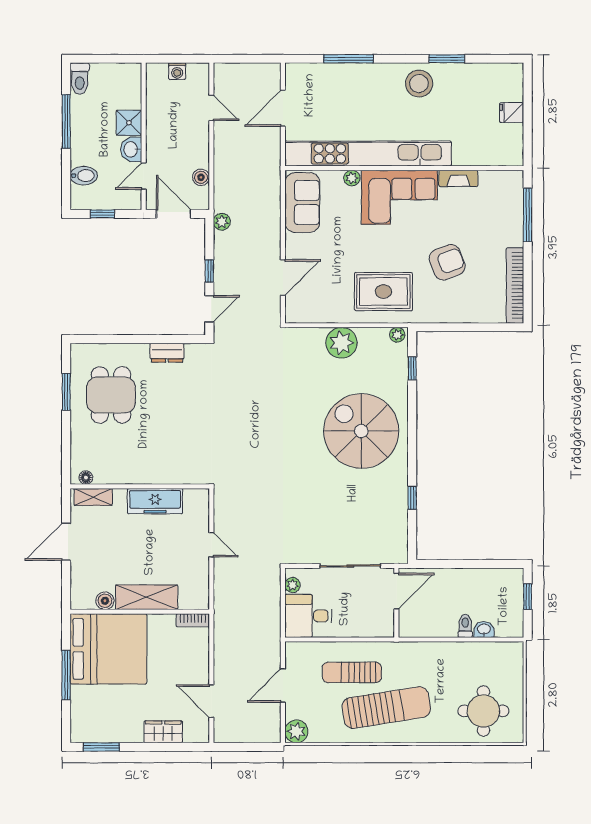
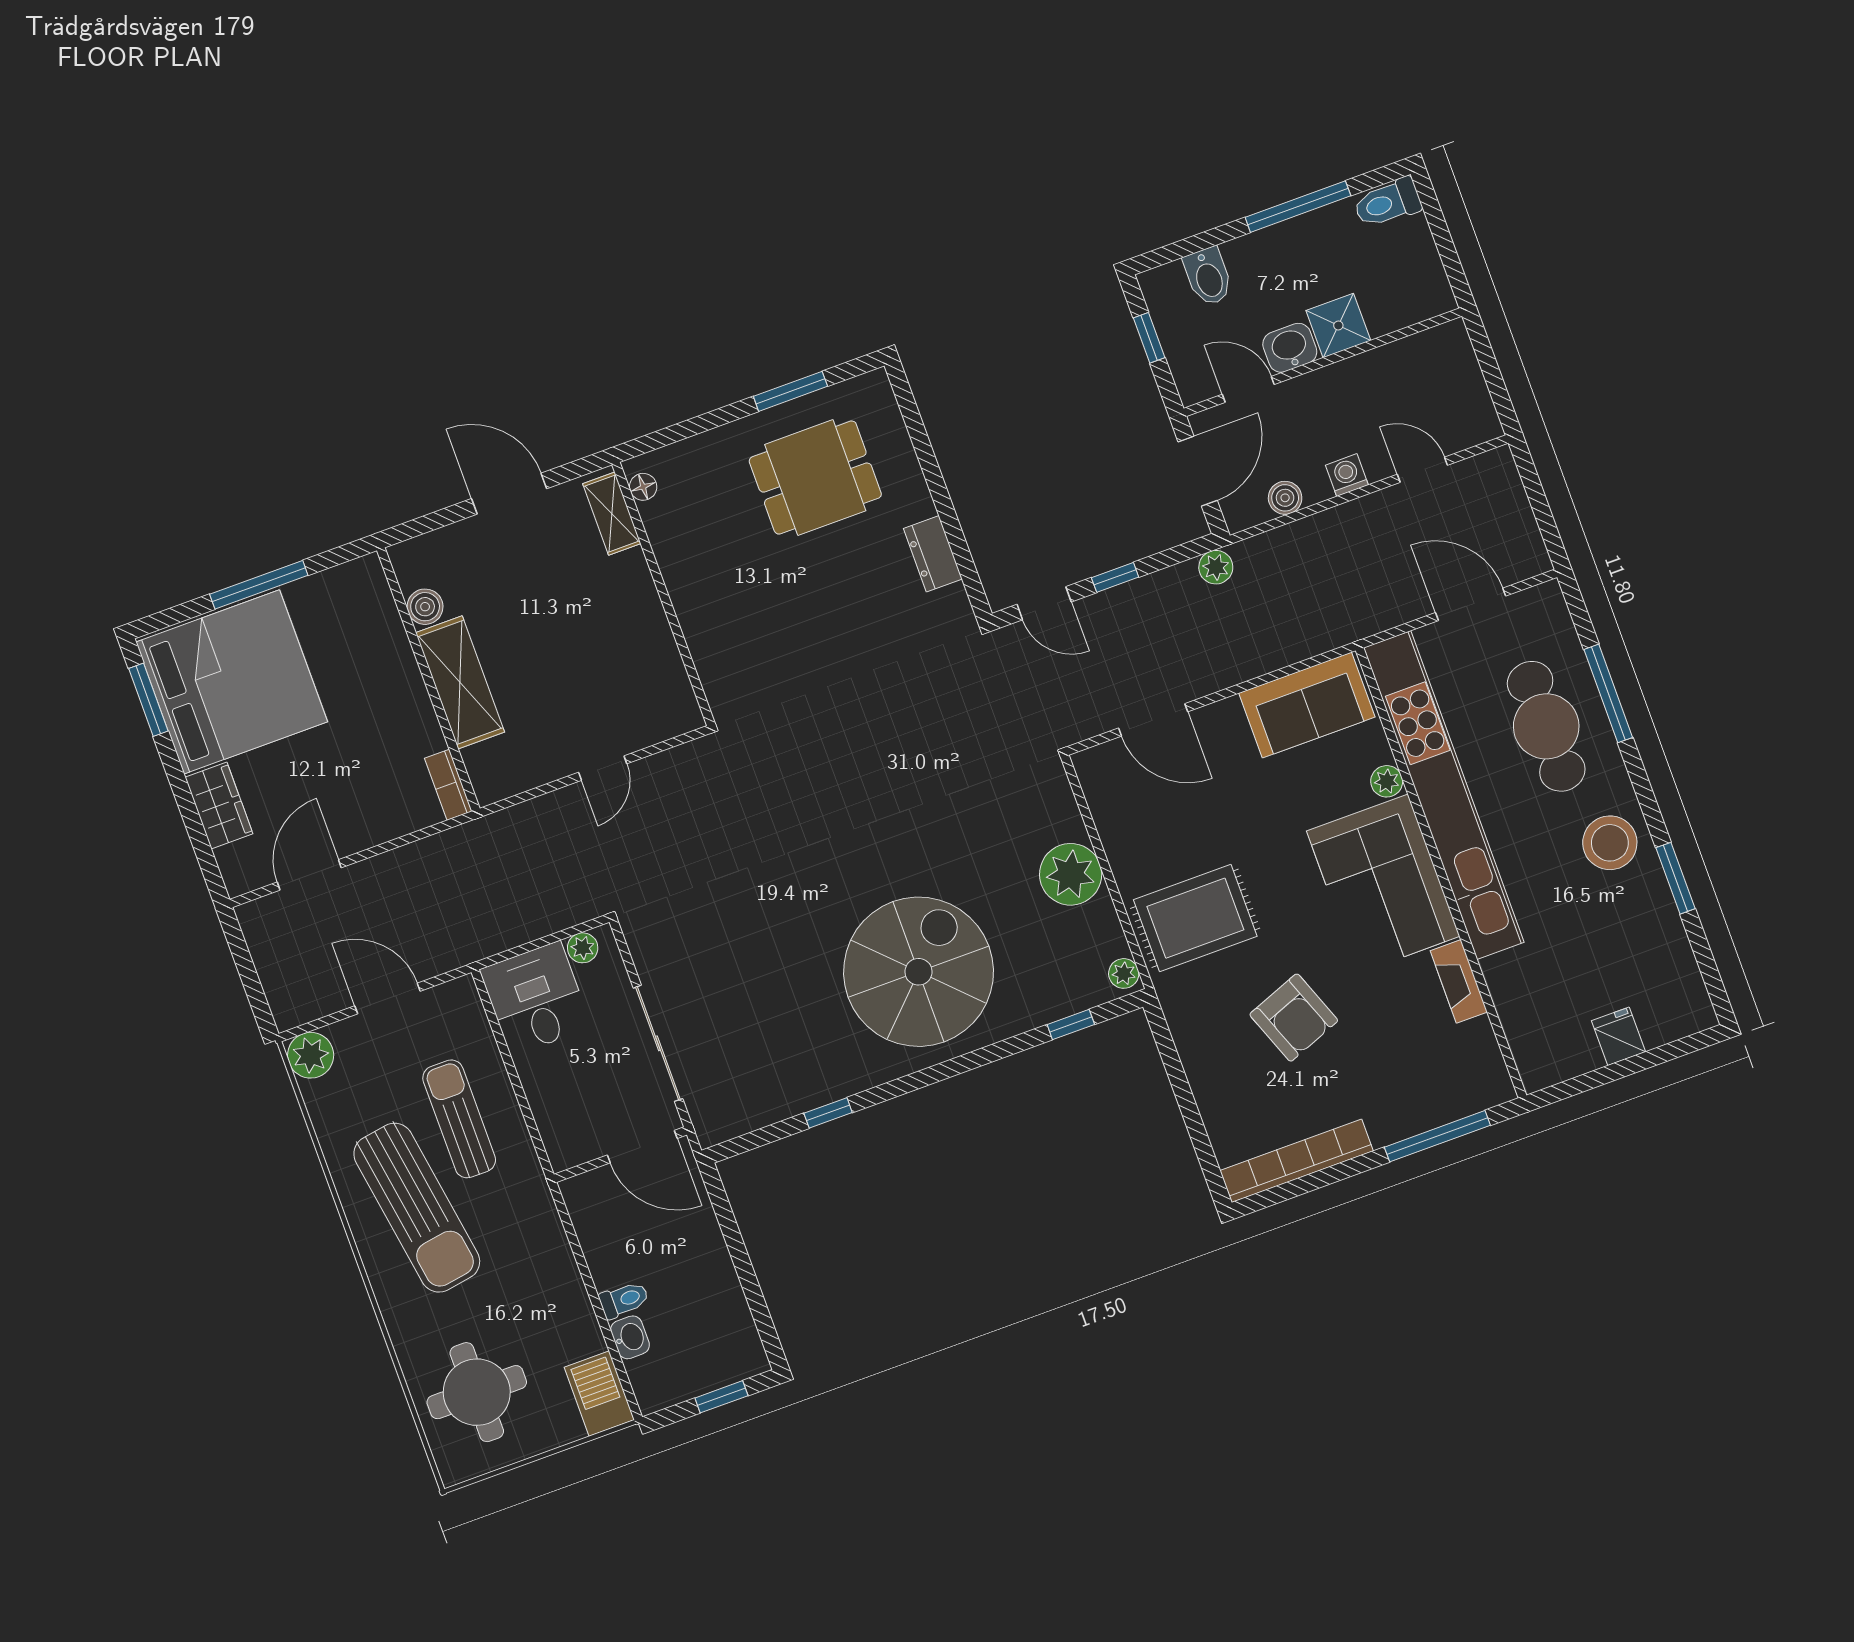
washing machine: (177, 71) -> (1347, 475), moved, turned 90
cafe table: (353, 94) -> (1546, 726), added
door: (211, 108) -> (1422, 470), swing flipped
rug: (383, 292) -> (1195, 918), turned 90
freezer: (155, 501) -> (646, 633), removed
bed: (108, 649) -> (232, 682), moved, turned -90
barbecue: (505, 654) -> (599, 1394), added

